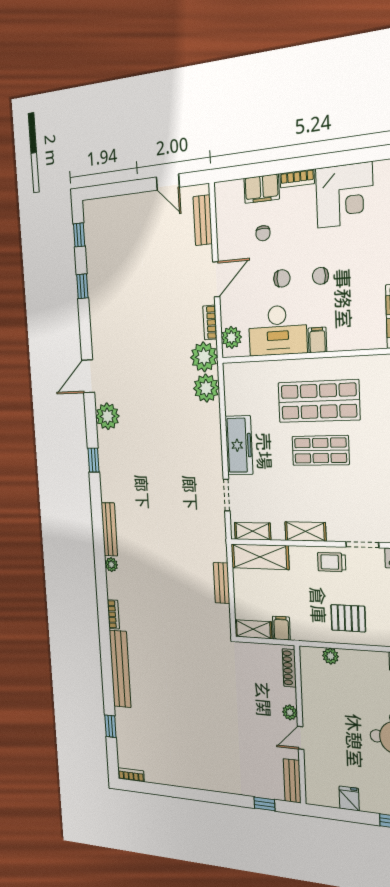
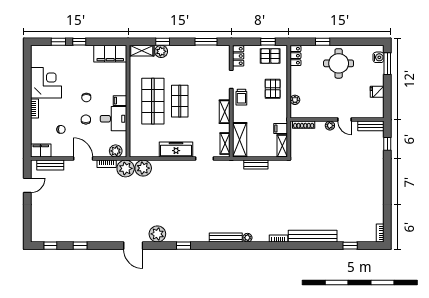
filing cabinet: (262, 189) -> (41, 151), moved, turned -90
desk: (278, 330) -> (113, 119), width x0.73

